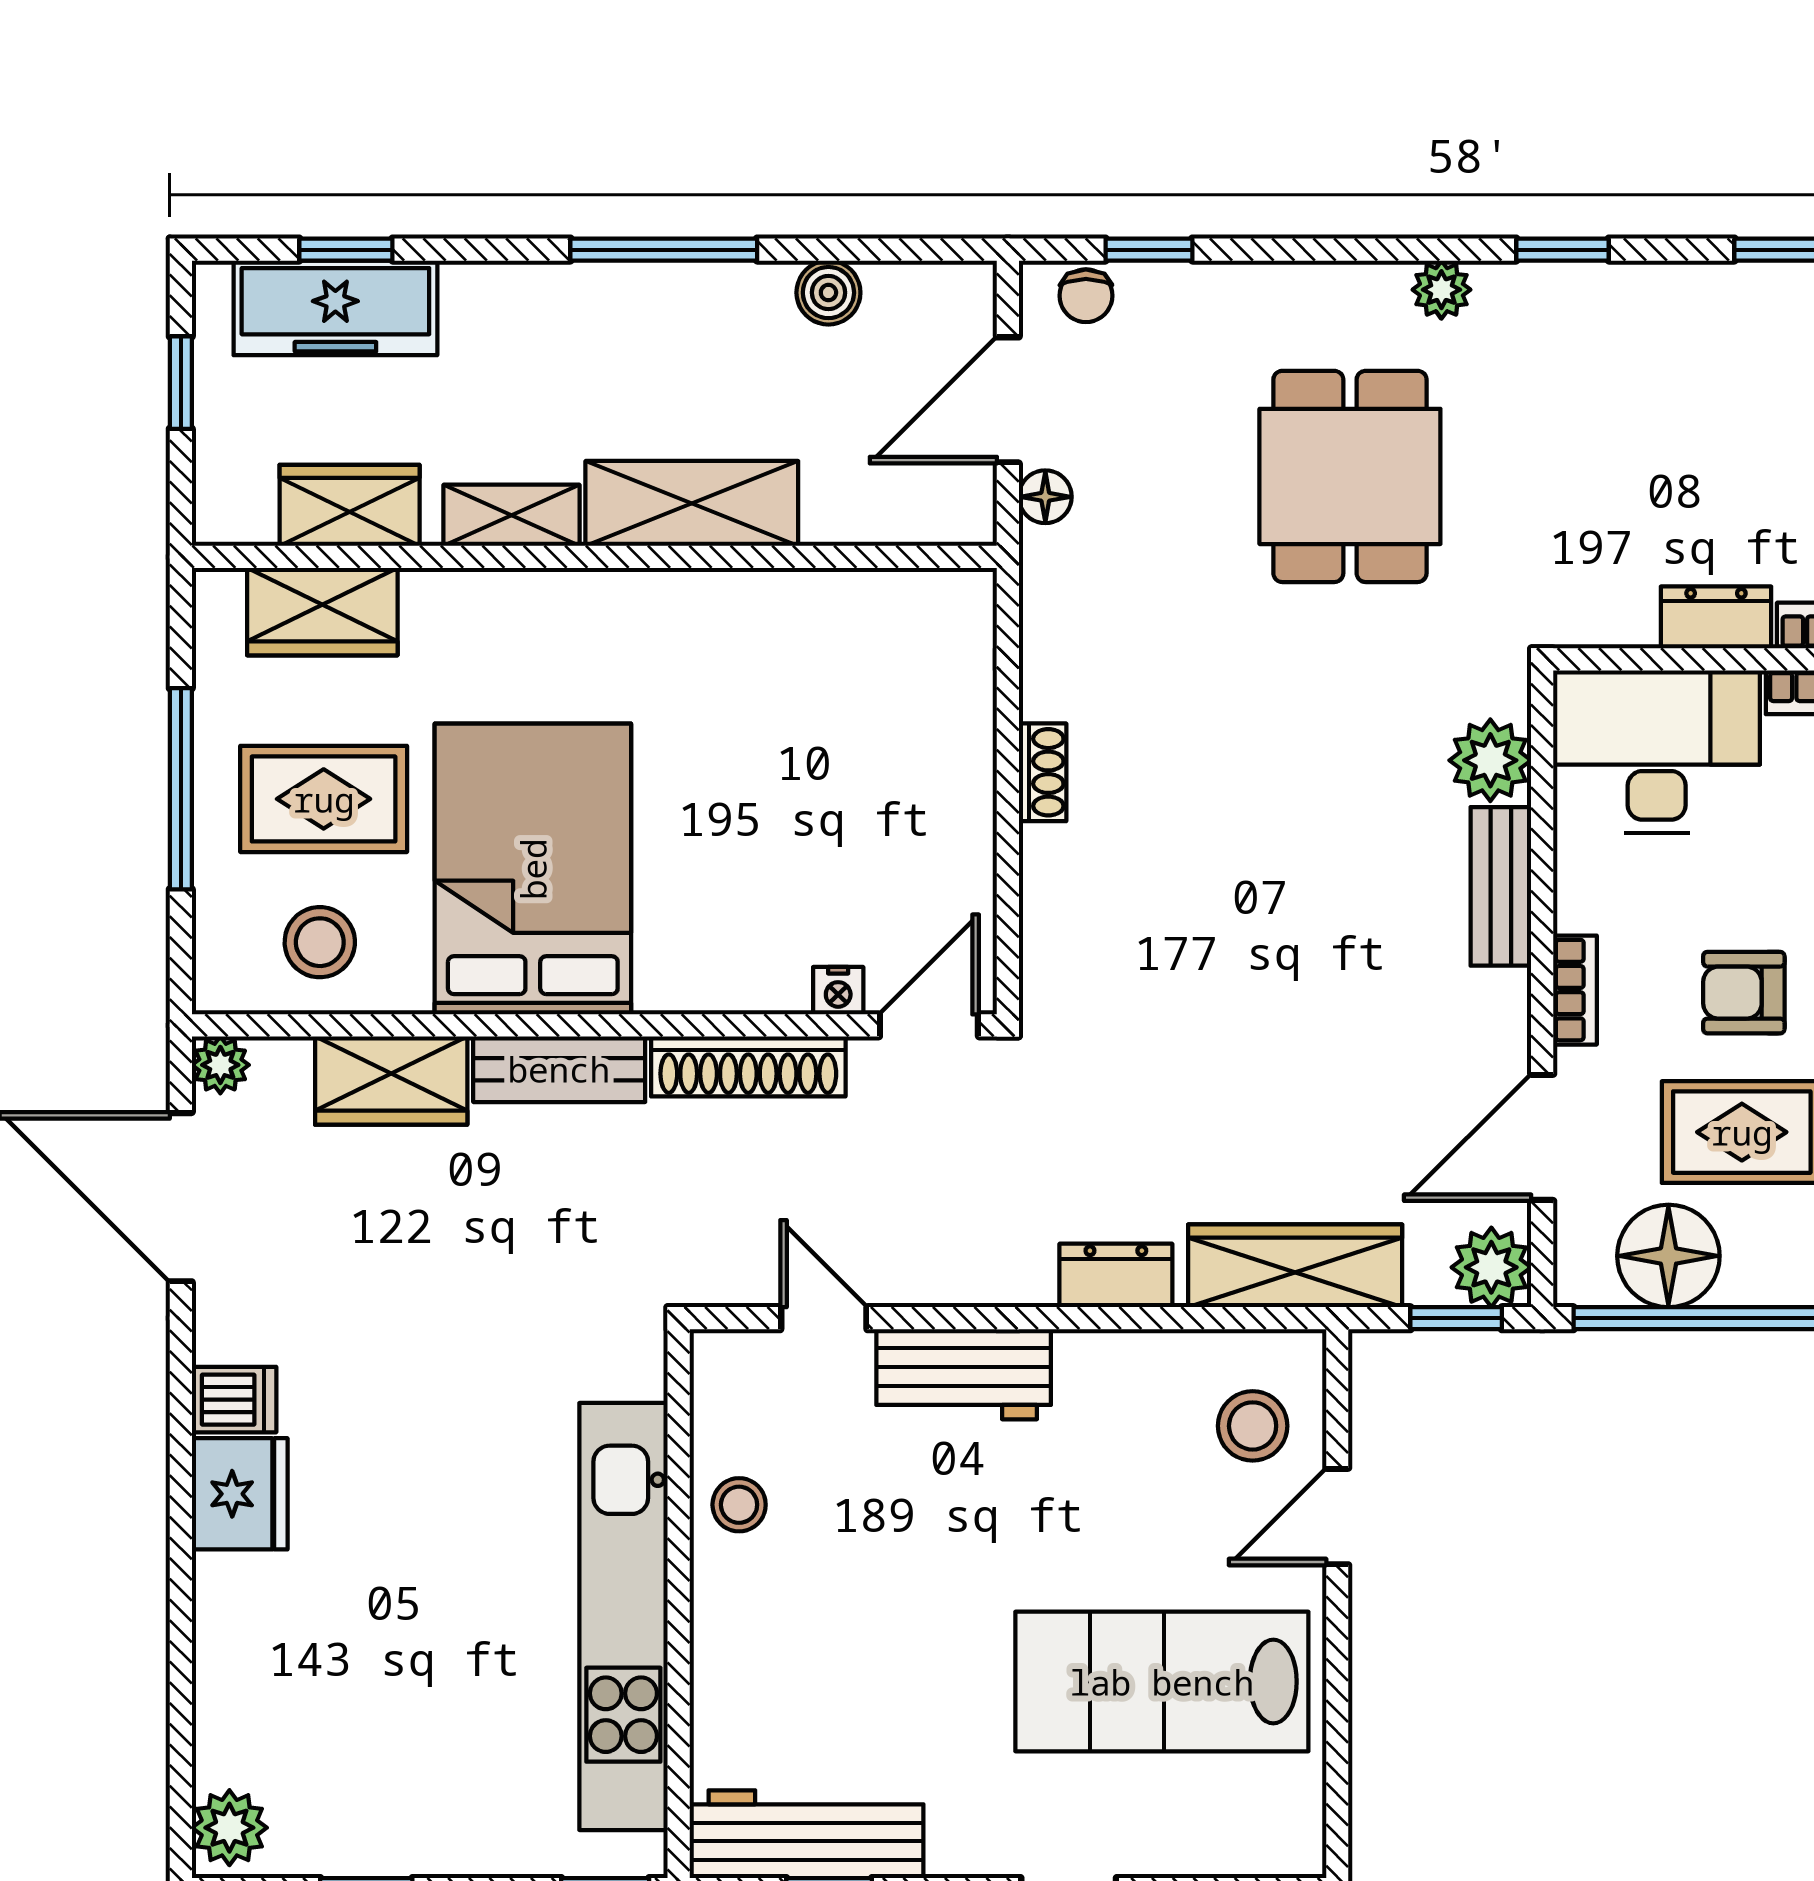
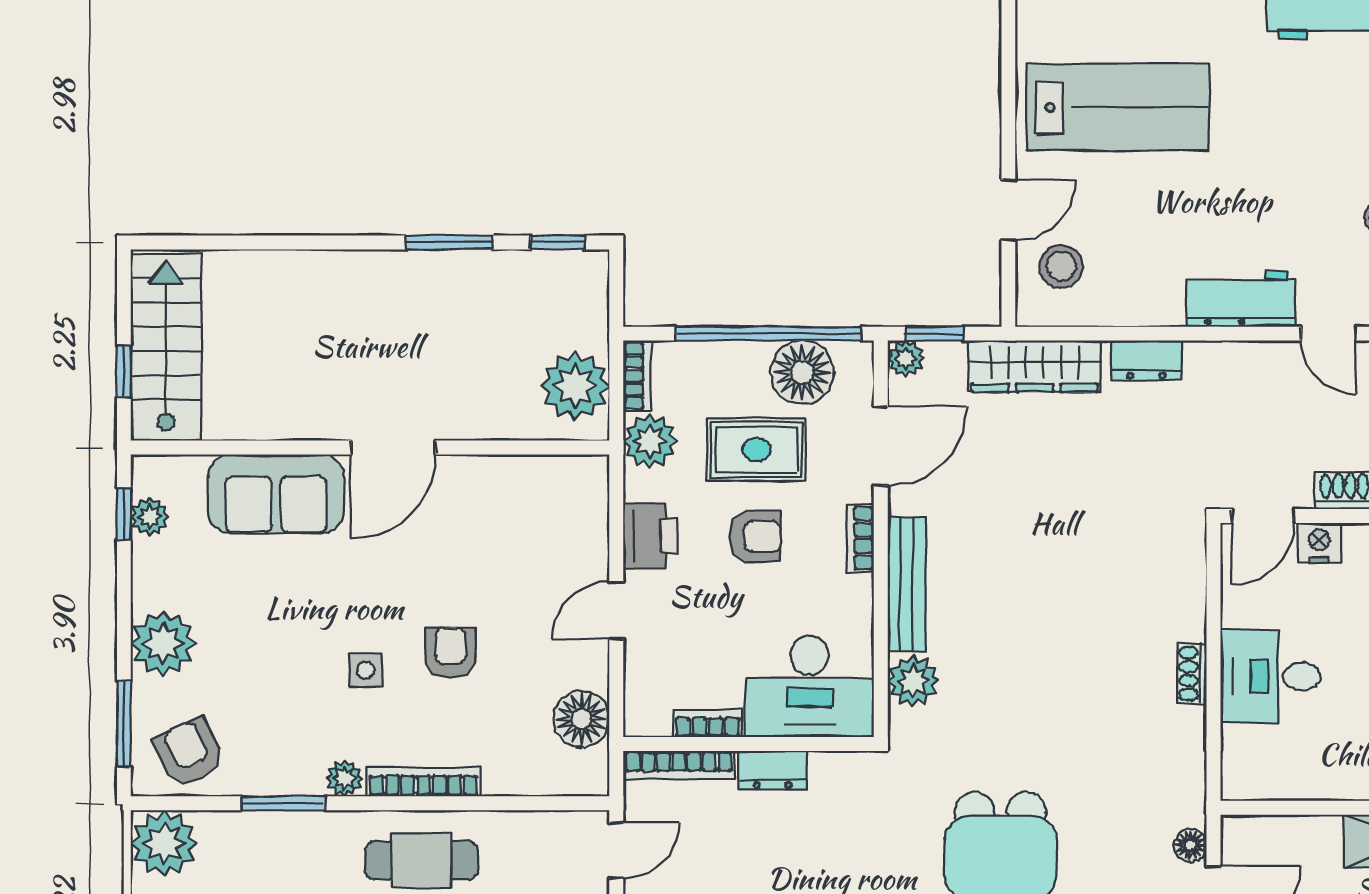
desk: (916, 768) -> (1271, 676), added
bench: (1501, 886) -> (906, 585), width x1.36
nightstand: (838, 991) -> (1319, 543), width x1.39, depth x1.35
plant: (1491, 1267) -> (906, 359), width x0.73, depth x0.73

